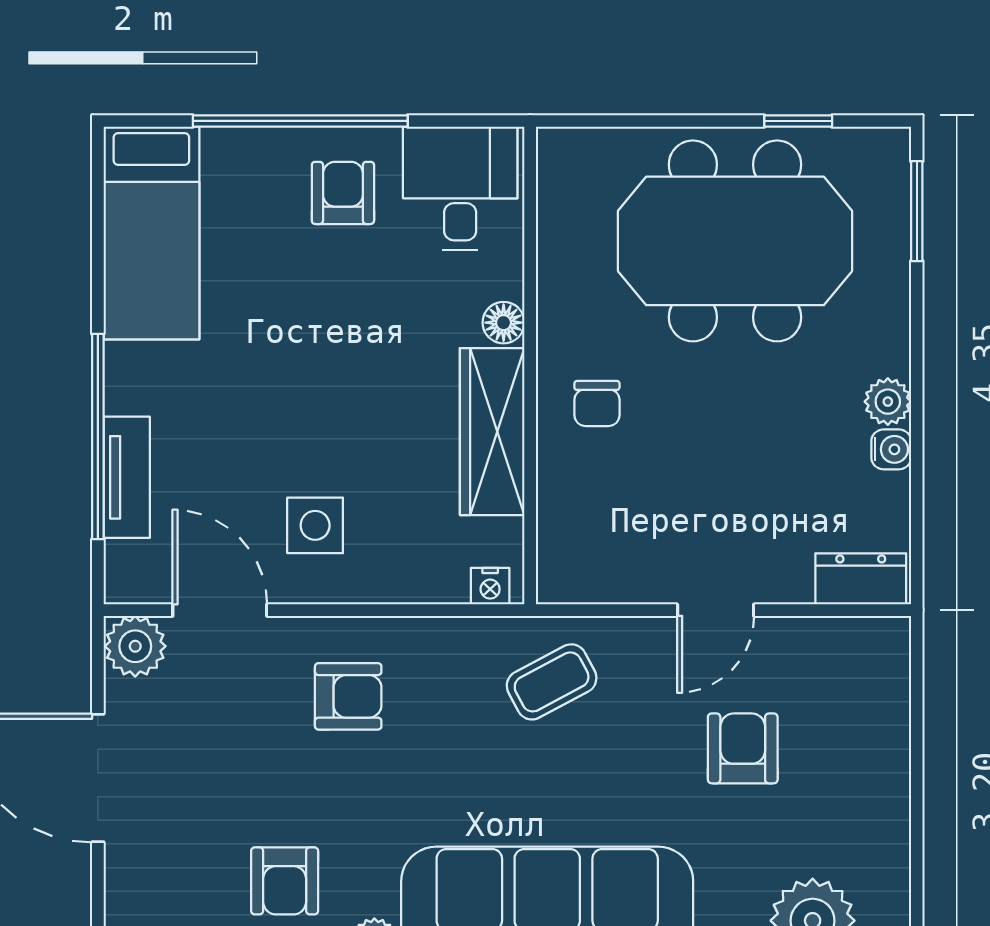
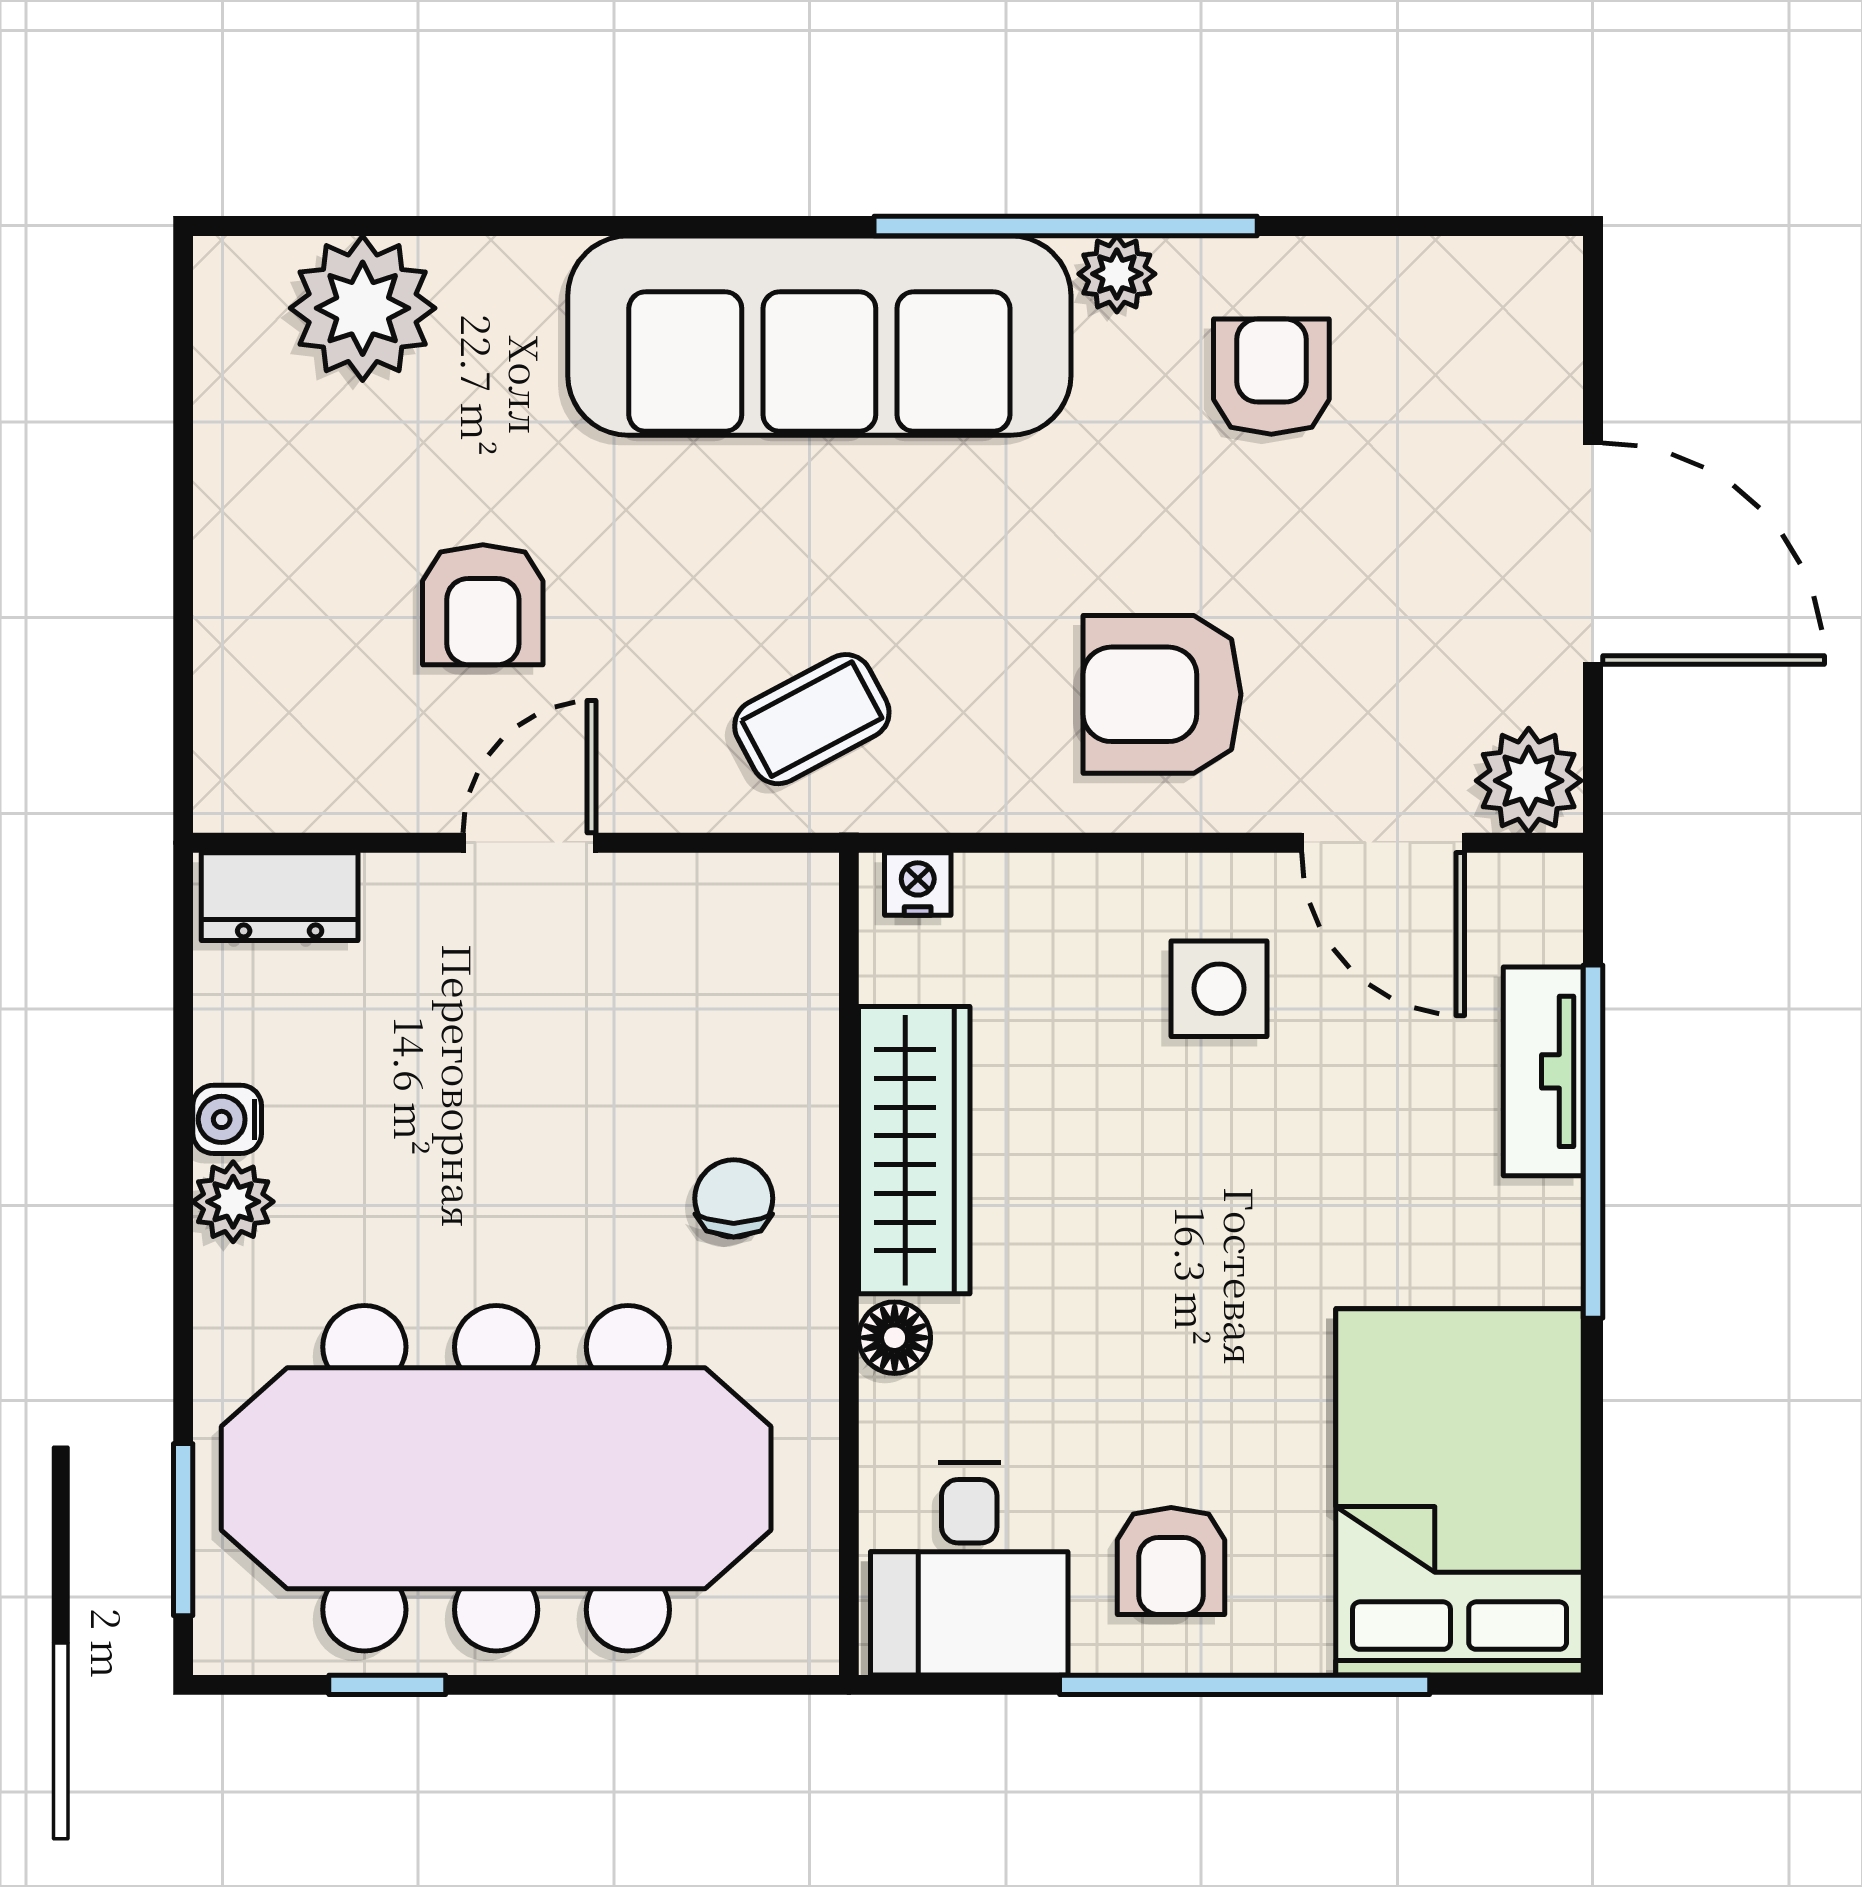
bed: (151, 233) -> (1460, 1492), width x1.50
meeting table: (735, 241) -> (496, 1478), width x1.36
armchair: (348, 696) -> (1162, 694), width x1.38, depth x1.38

